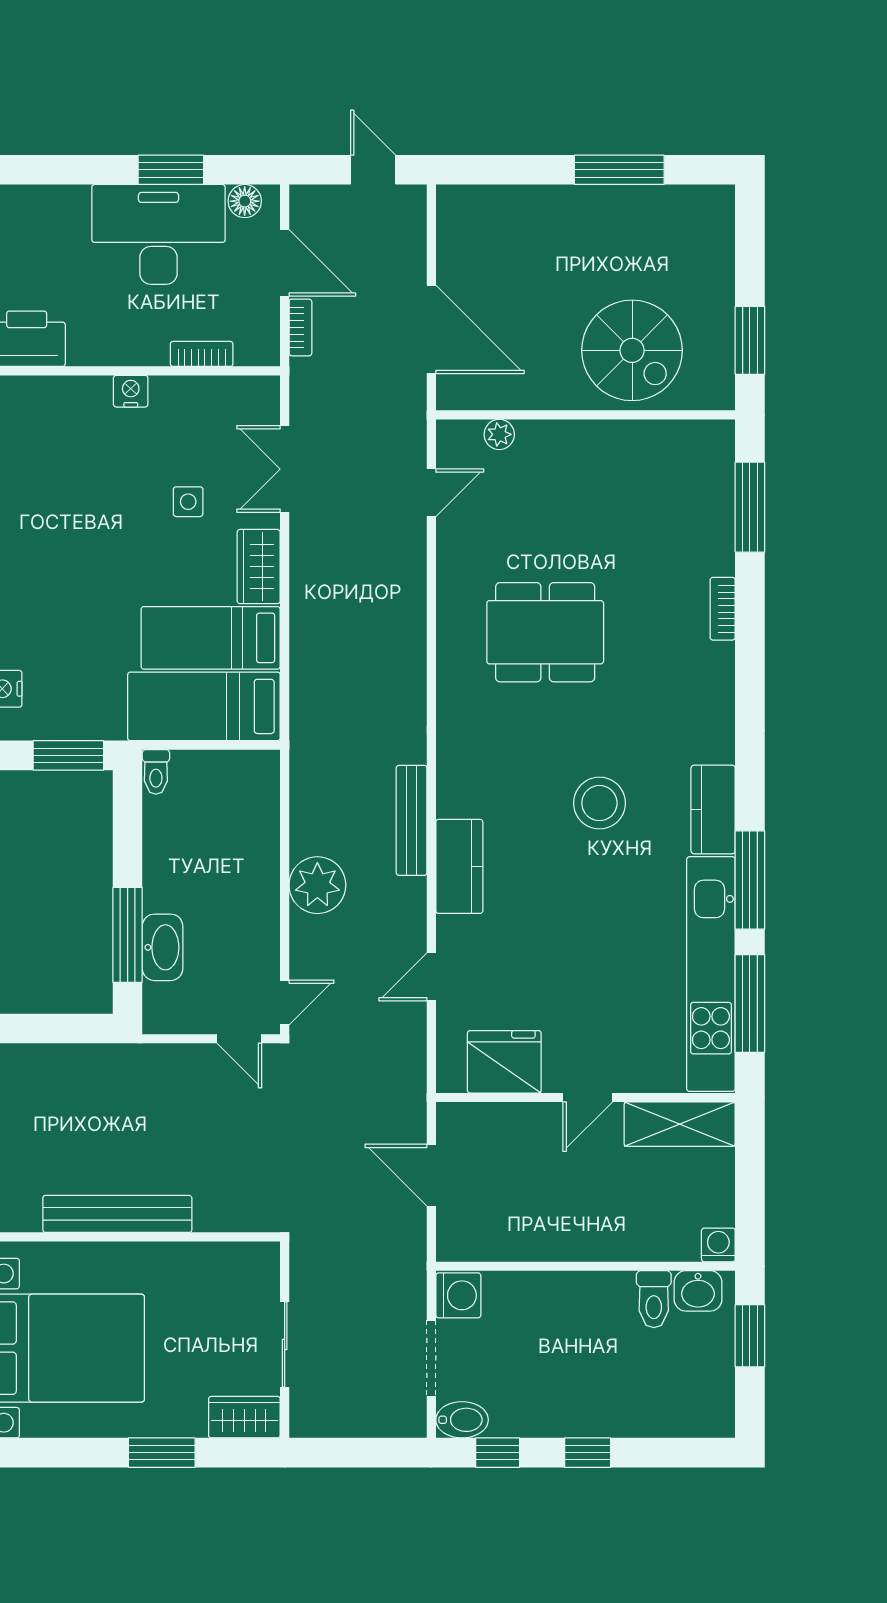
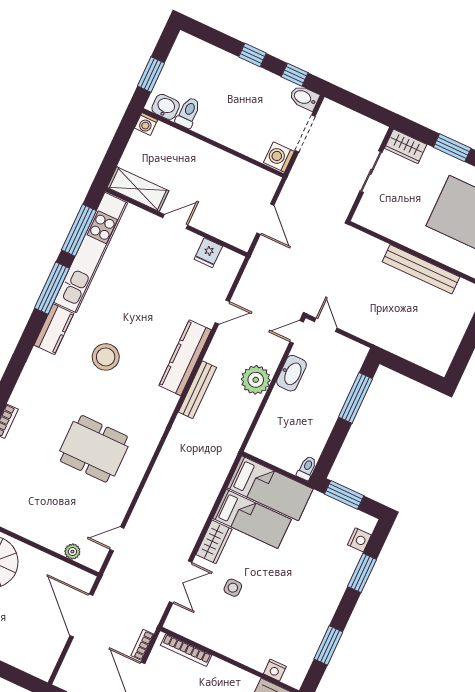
bookcase: (202, 354) -> (186, 650), width x1.56
nightstand: (131, 391) -> (275, 670), moved
kitchen counter: (459, 866) -> (185, 358), width x1.50
washbasin: (163, 947) -> (292, 373), moved, turned 180
fridge: (504, 1062) -> (208, 253), width x0.53, depth x0.75

